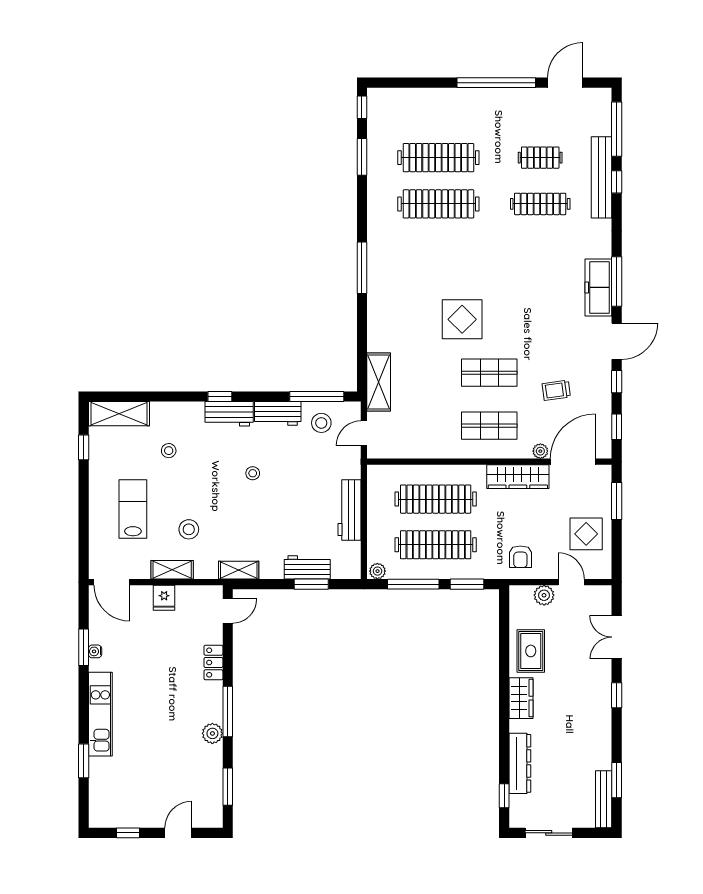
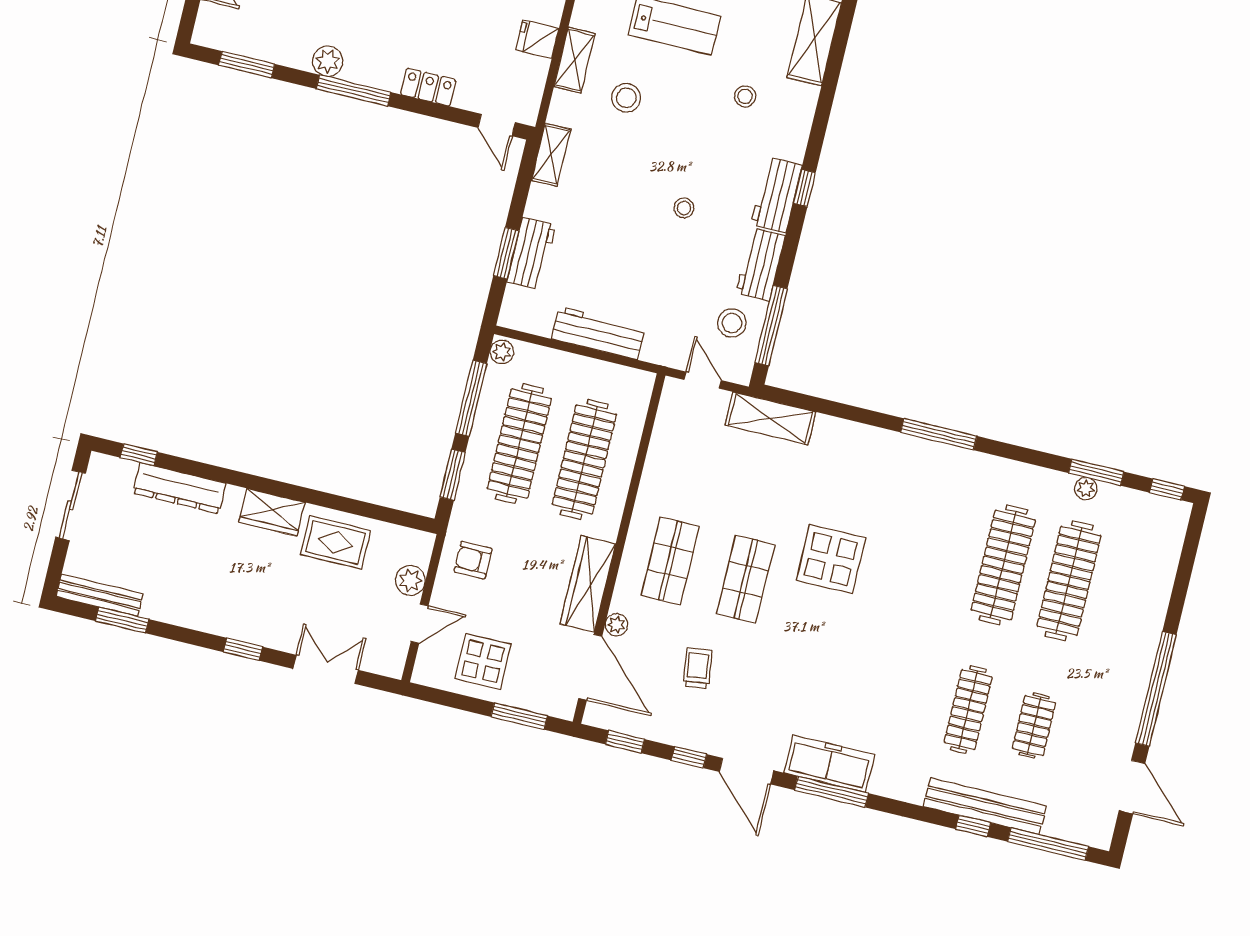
plant: (375, 161) -> (1086, 489), added

